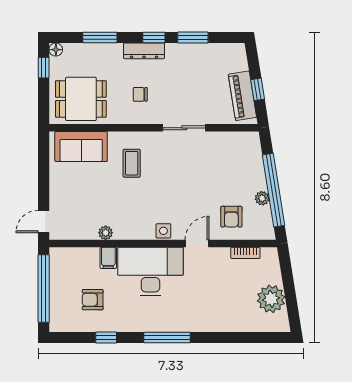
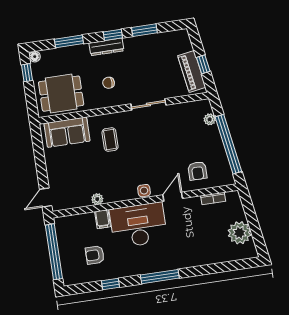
plant: (262, 198) -> (210, 119), moved

